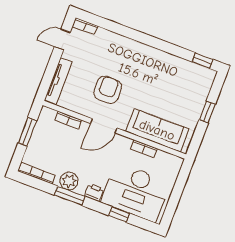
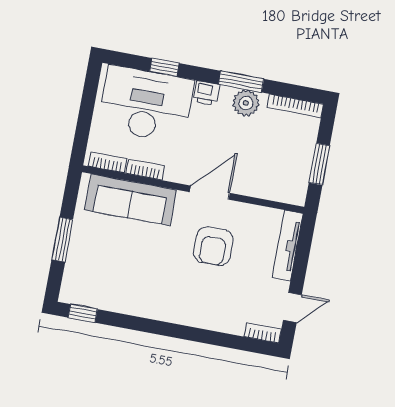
window: (207, 112) -> (62, 240), width x1.50
bookcase: (68, 120) -> (107, 163), moved

